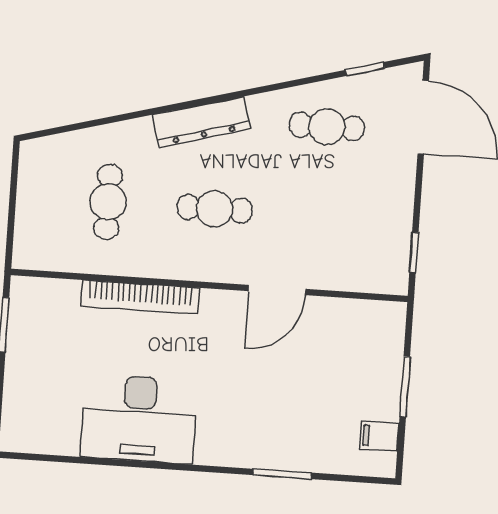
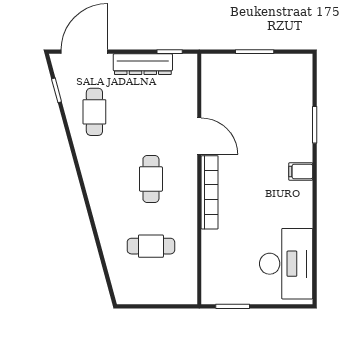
dresser: (201, 122) -> (143, 64), moved, turned 105
bookcase: (140, 297) -> (210, 192), moved
desk: (139, 419) -> (286, 264), moved
filing cabinet: (379, 436) -> (301, 171), moved, turned 90

